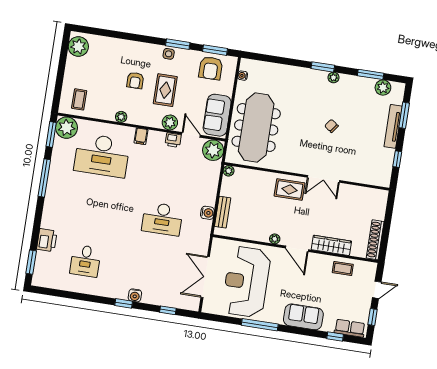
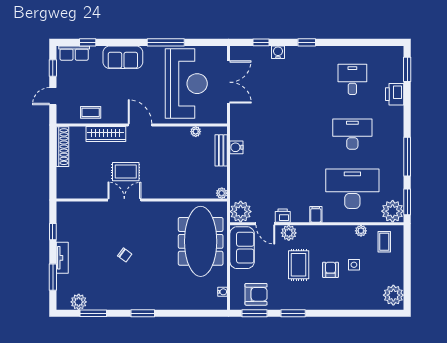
side table: (169, 54) -> (354, 265), moved
armchair: (211, 68) -> (256, 294), turned 90
plant: (333, 77) -> (130, 304), removed
plant: (121, 117) -> (361, 231), moved
tv unit: (393, 126) -> (62, 258), width x0.71
rug: (290, 189) -> (126, 172), moved
desk: (162, 219) -> (352, 134), moved
plant: (275, 239) -> (196, 132), moved
water cooler: (135, 295) -> (278, 52), moved

